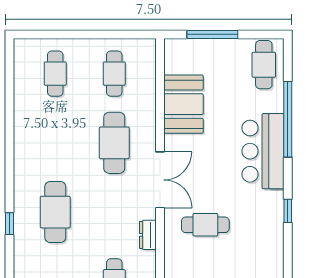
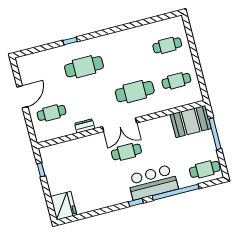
booth: (183, 104) -> (191, 122), moved
window: (288, 211) -> (136, 202), moved
cafe table: (205, 225) -> (126, 152), moved, turned 90

